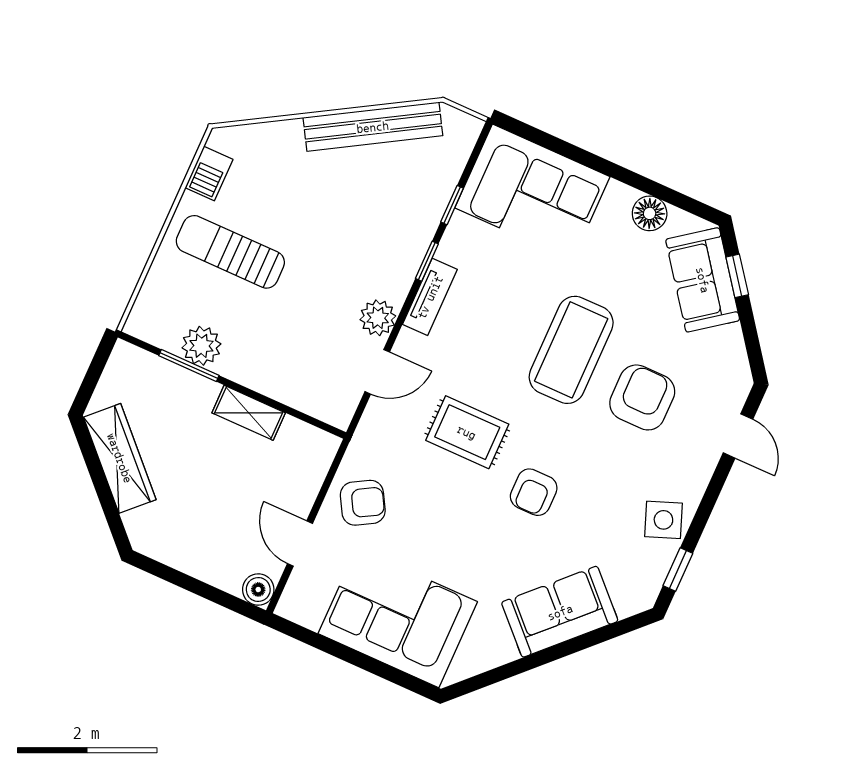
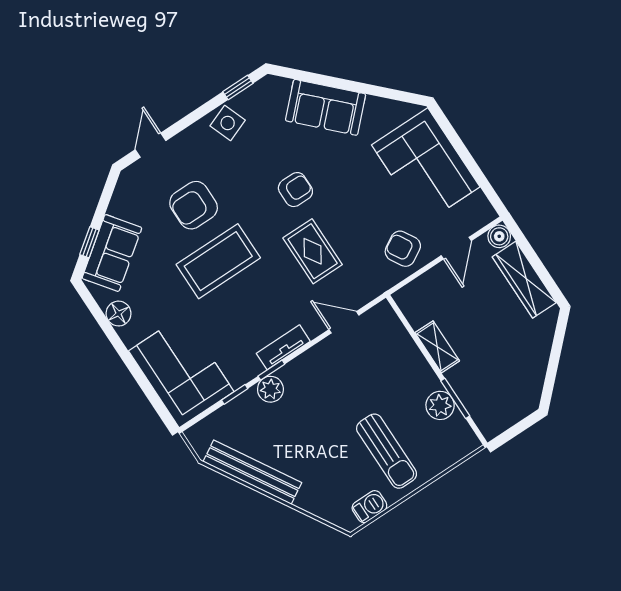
plant: (378, 318) -> (270, 389), moved
wardrobe: (120, 458) -> (524, 280), moved, turned -45

